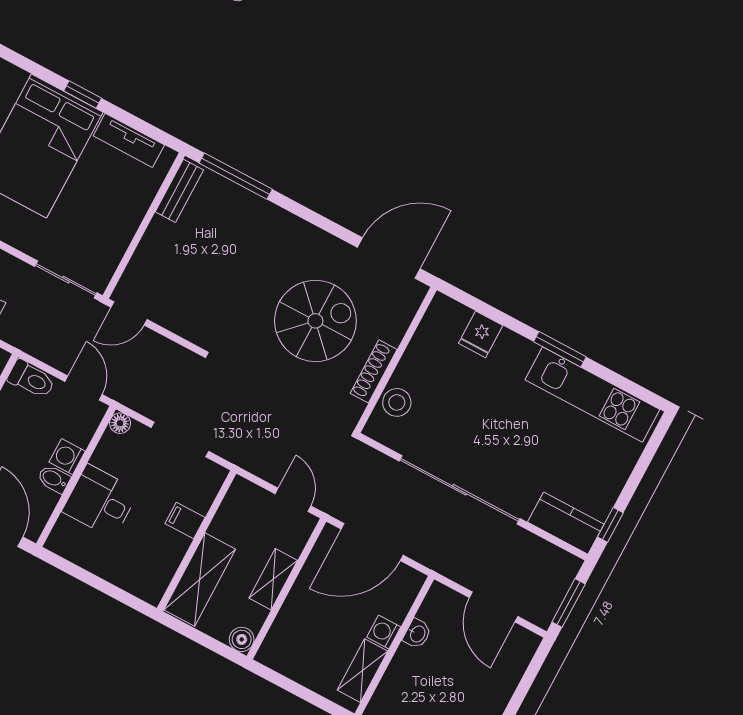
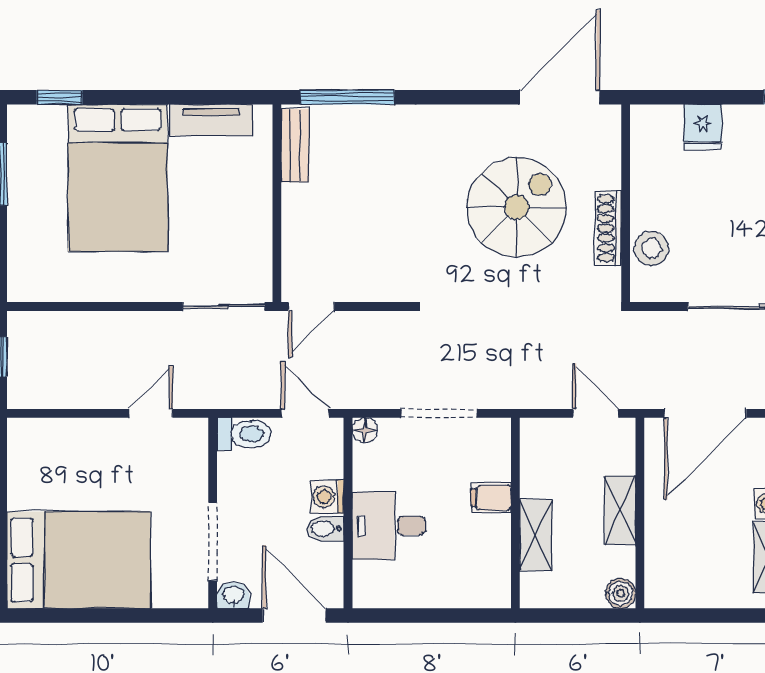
window: (83, 95) -> (60, 97), moved
shelving: (200, 580) -> (536, 535), width x0.67, depth x0.75

